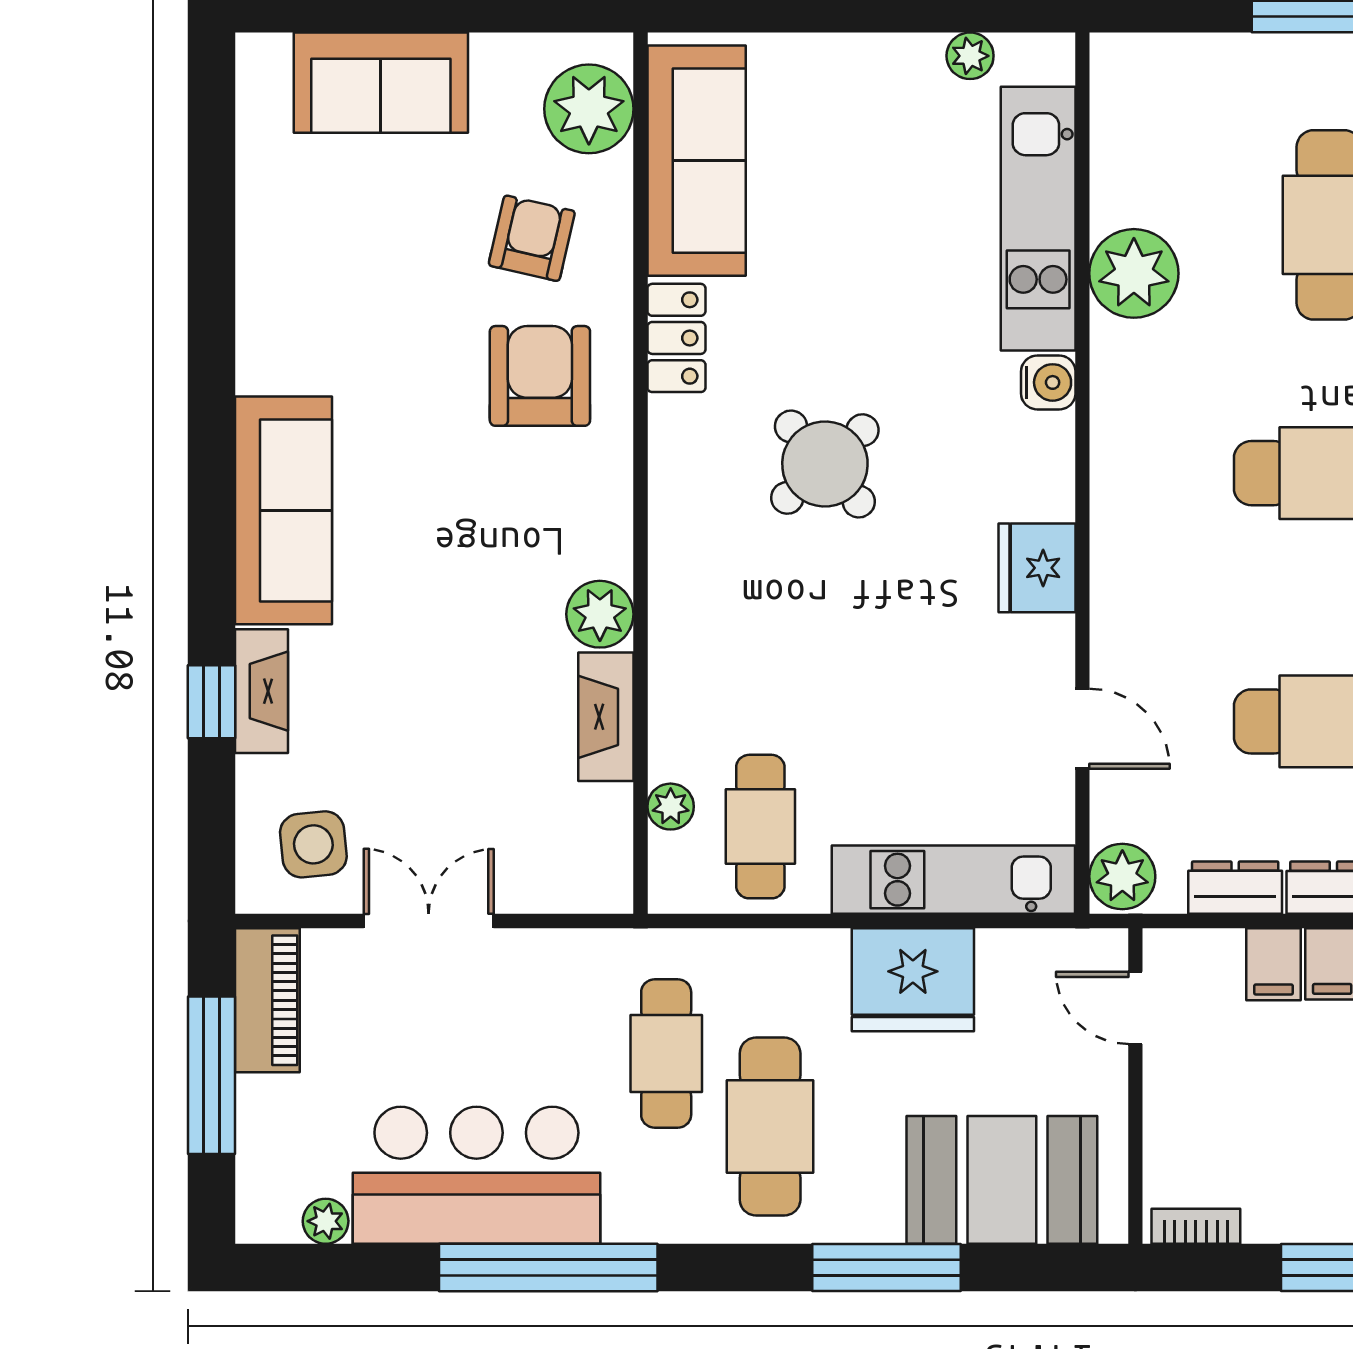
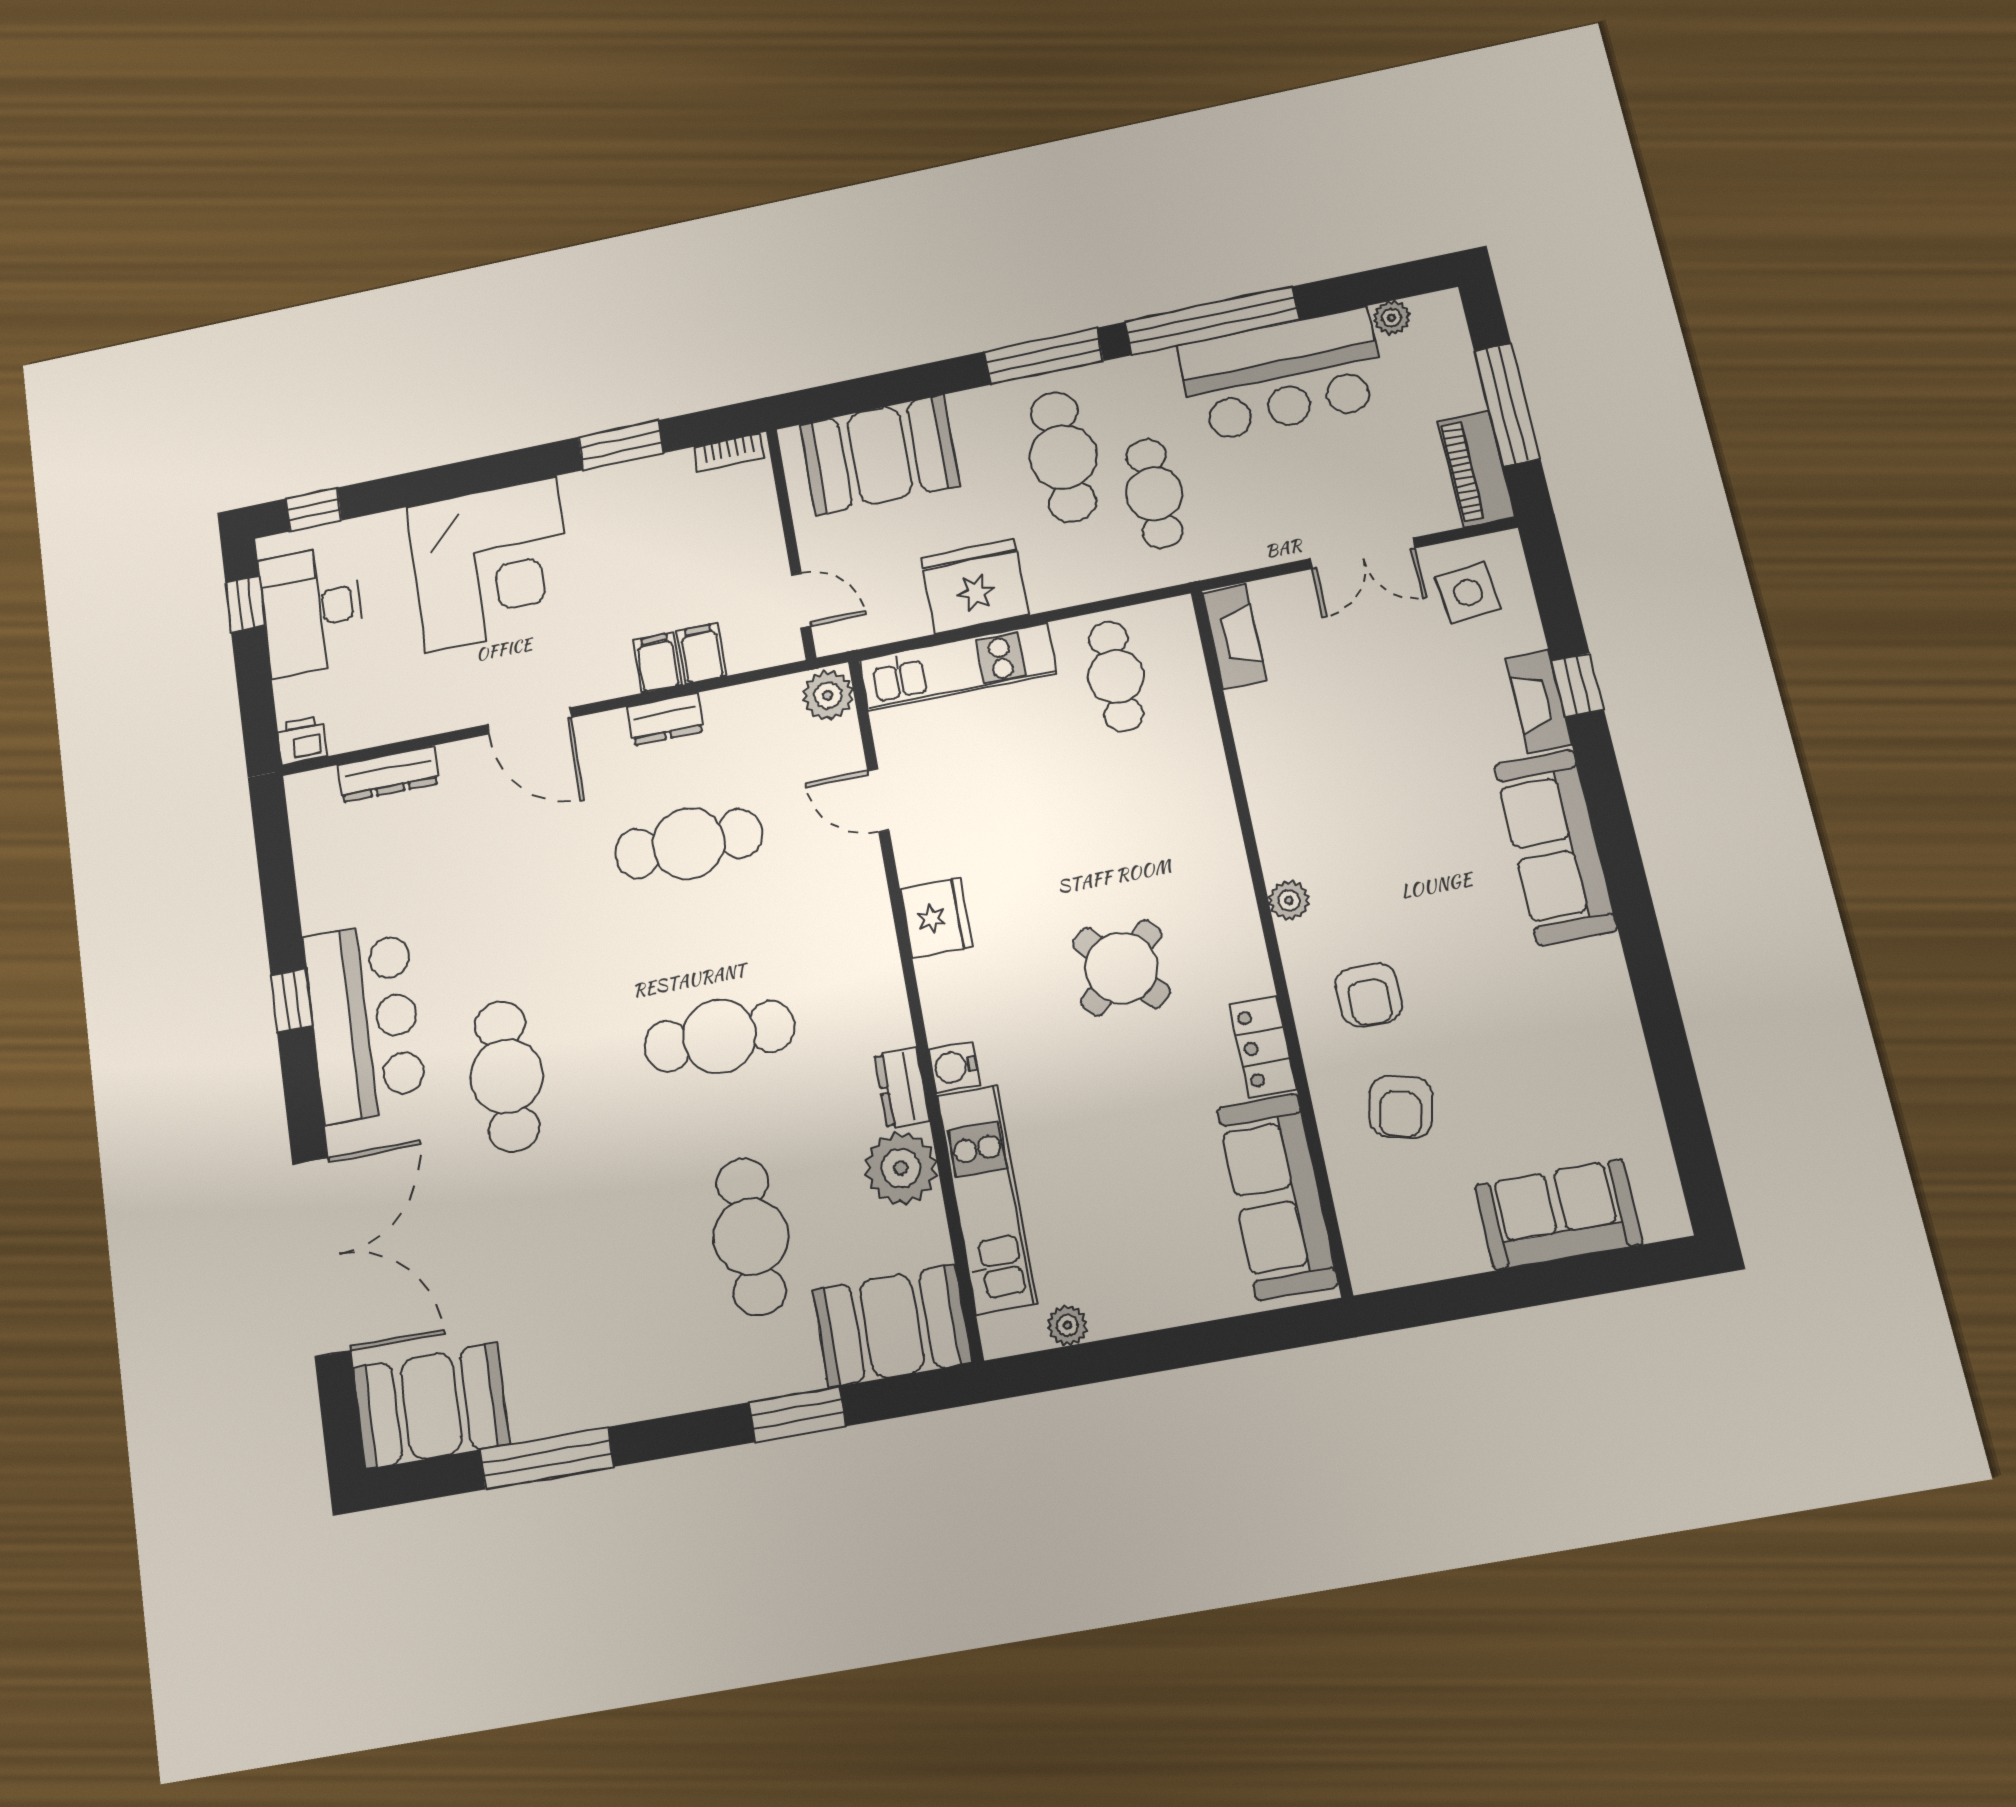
booth: (1177, 91) -> (892, 1326), added
plant: (589, 109) -> (1377, 1224), removed
armchair: (540, 376) -> (1369, 995), width x0.72, depth x0.72
plant: (600, 614) -> (1289, 900), moved, width x0.73, depth x0.73
fireplace: (606, 717) -> (1234, 637), moved
plant: (671, 807) -> (1190, 678), removed
dresser: (1235, 888) -> (902, 1087), moved, turned 90
window: (887, 1267) -> (1044, 356), moved

